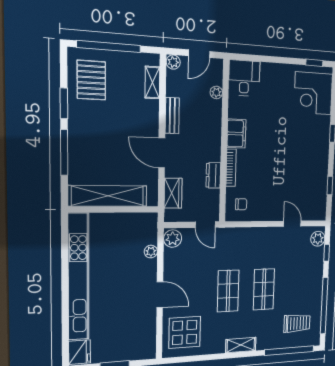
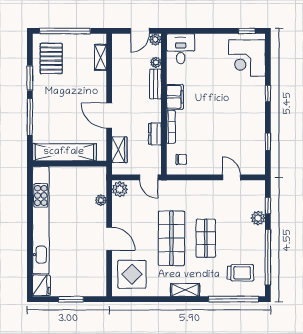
plant: (173, 62) -> (155, 40), moved
bench: (172, 116) -> (155, 84), moved
plant: (318, 239) -> (258, 218), moved
shop shelf: (228, 291) -> (171, 238), width x1.43, depth x1.36

